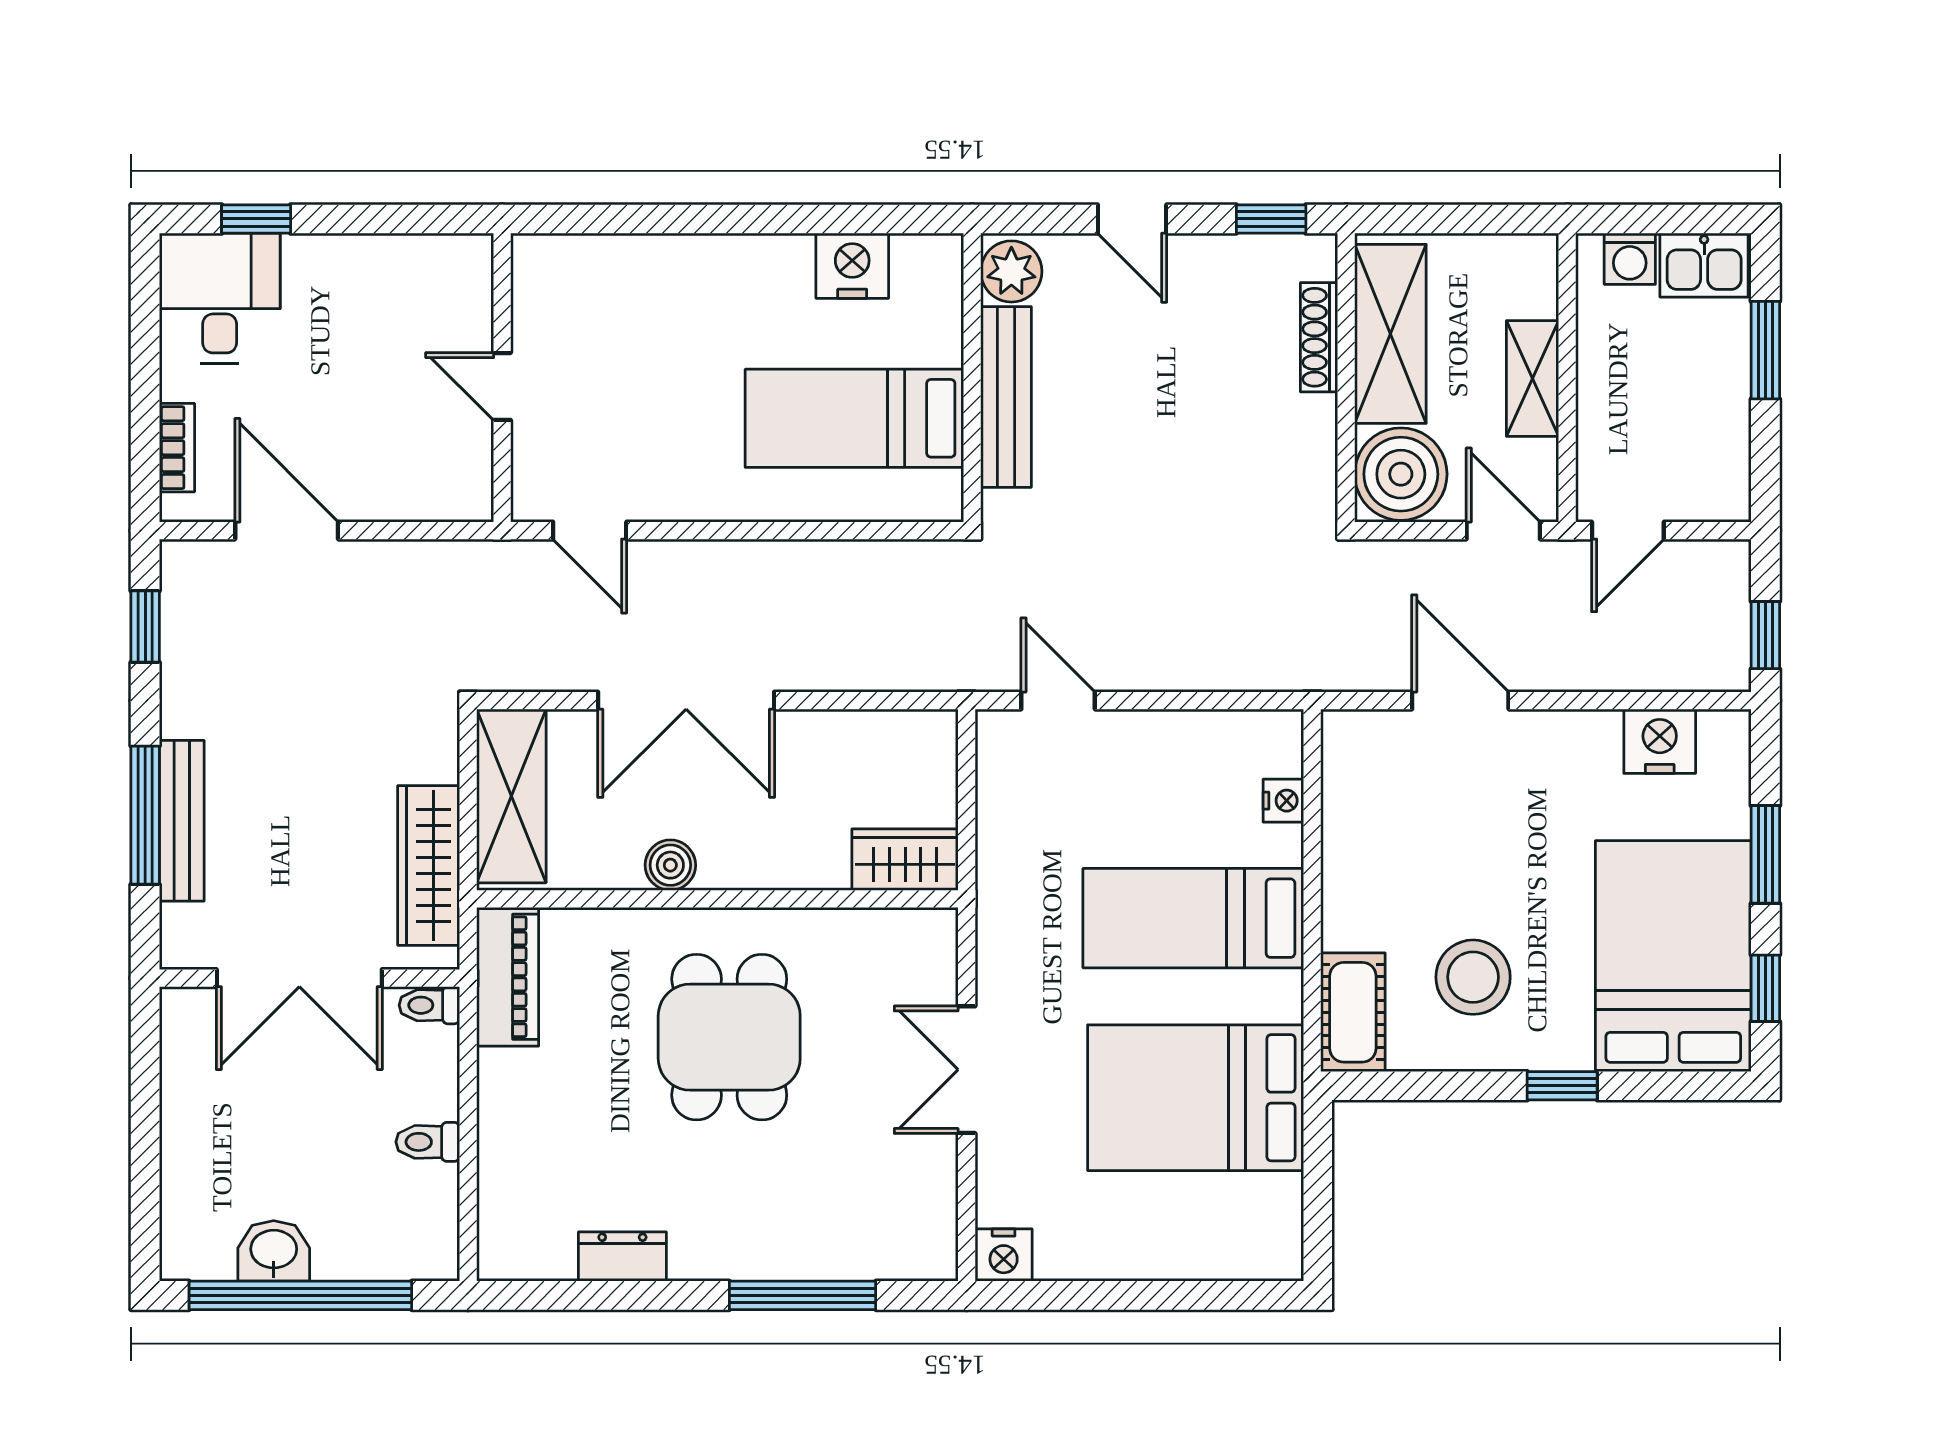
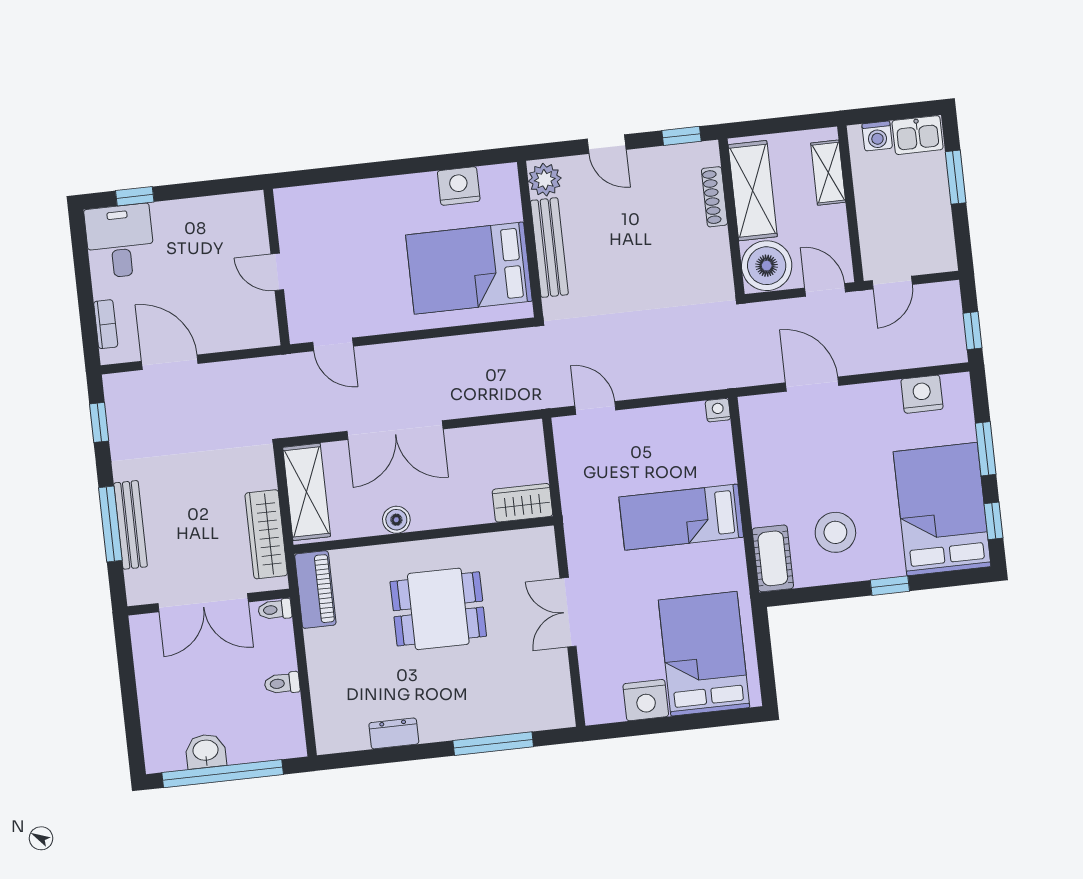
shelving: (1533, 378) -> (828, 173), moved
bed: (854, 418) -> (469, 268), width x1.50
nightstand: (1283, 801) -> (718, 410), moved, turned -90
dining table: (729, 1037) -> (438, 609), turned 90
bed: (1196, 1098) -> (704, 654), moved, turned 90
nightstand: (1004, 1255) -> (646, 700), moved, width x1.36, depth x1.33

